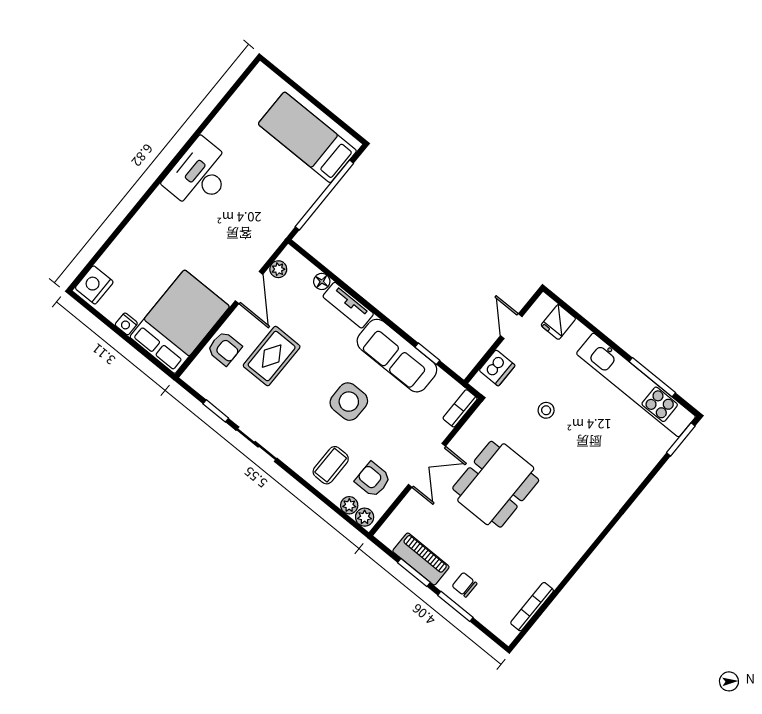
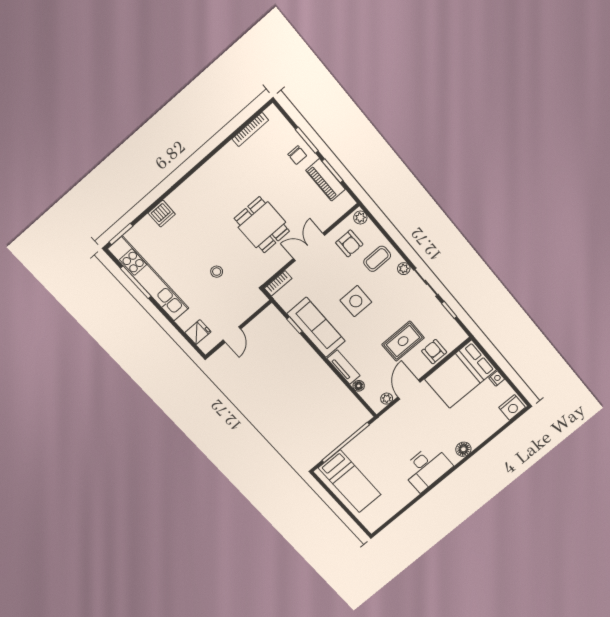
floor lamp: (151, 211) -> (463, 449), added
dishwasher: (497, 368) -> (162, 214), moved, turned 180
dining table: (496, 484) -> (262, 225), width x0.73
plant: (349, 505) -> (404, 269), moved

